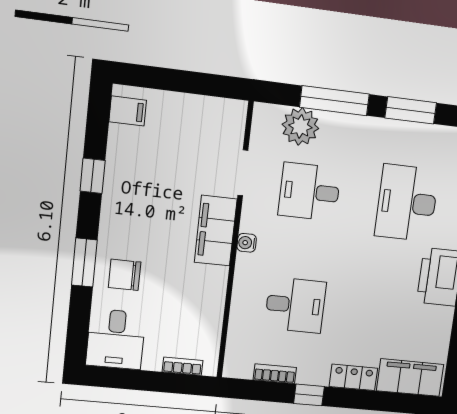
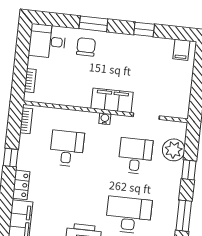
window: (334, 101) -> (189, 170), width x0.46
desk: (295, 305) -> (67, 148), turned 180
bookcase: (275, 374) -> (26, 121), moved

